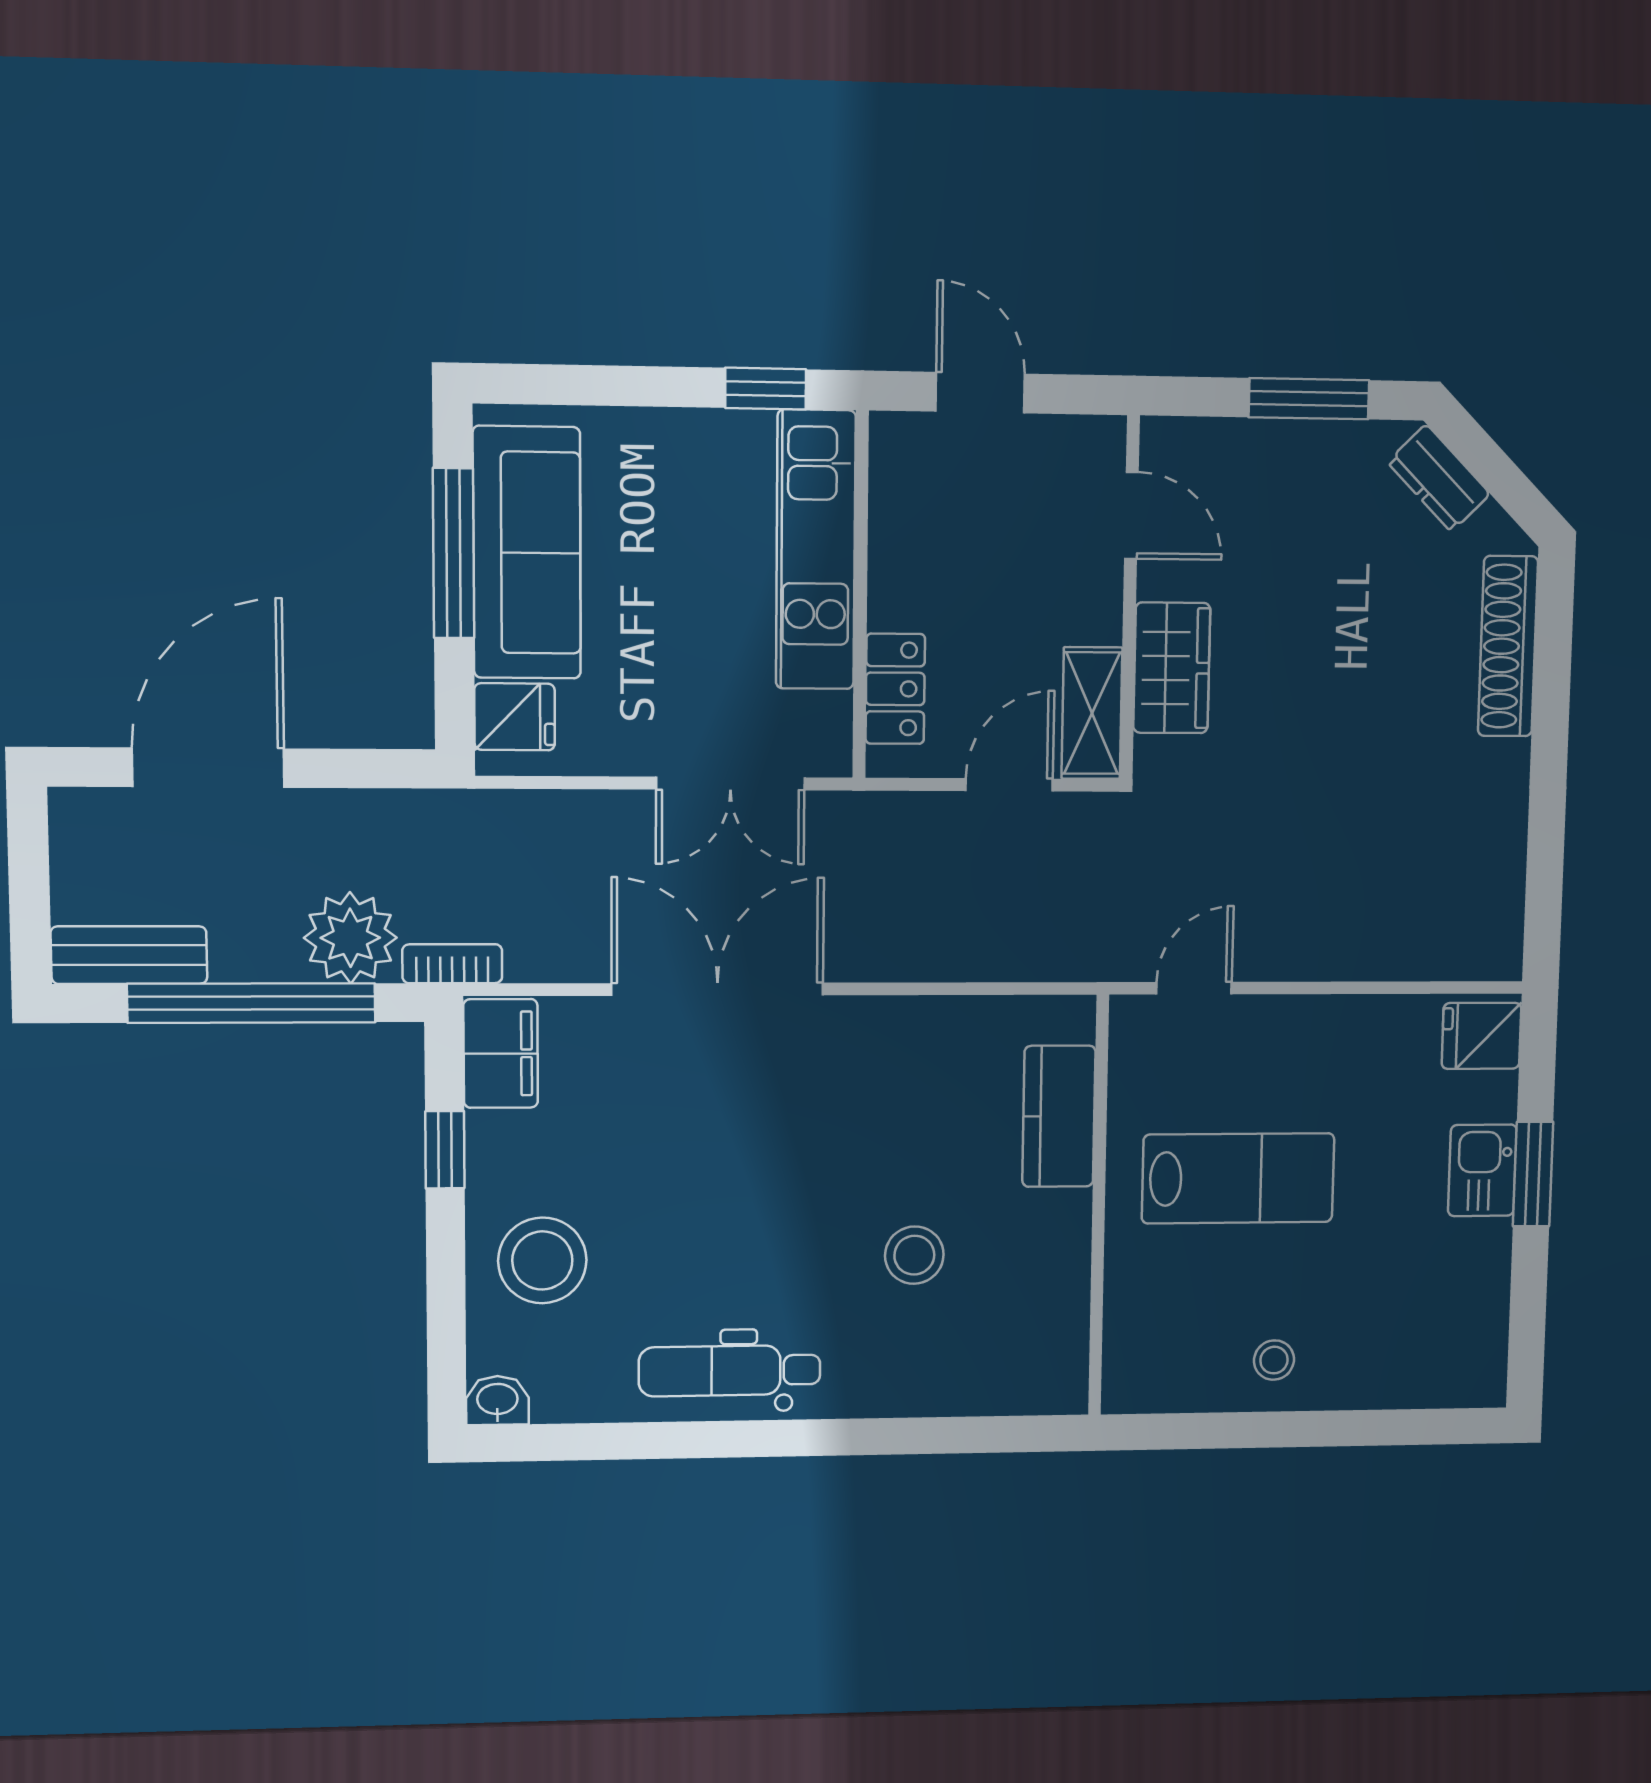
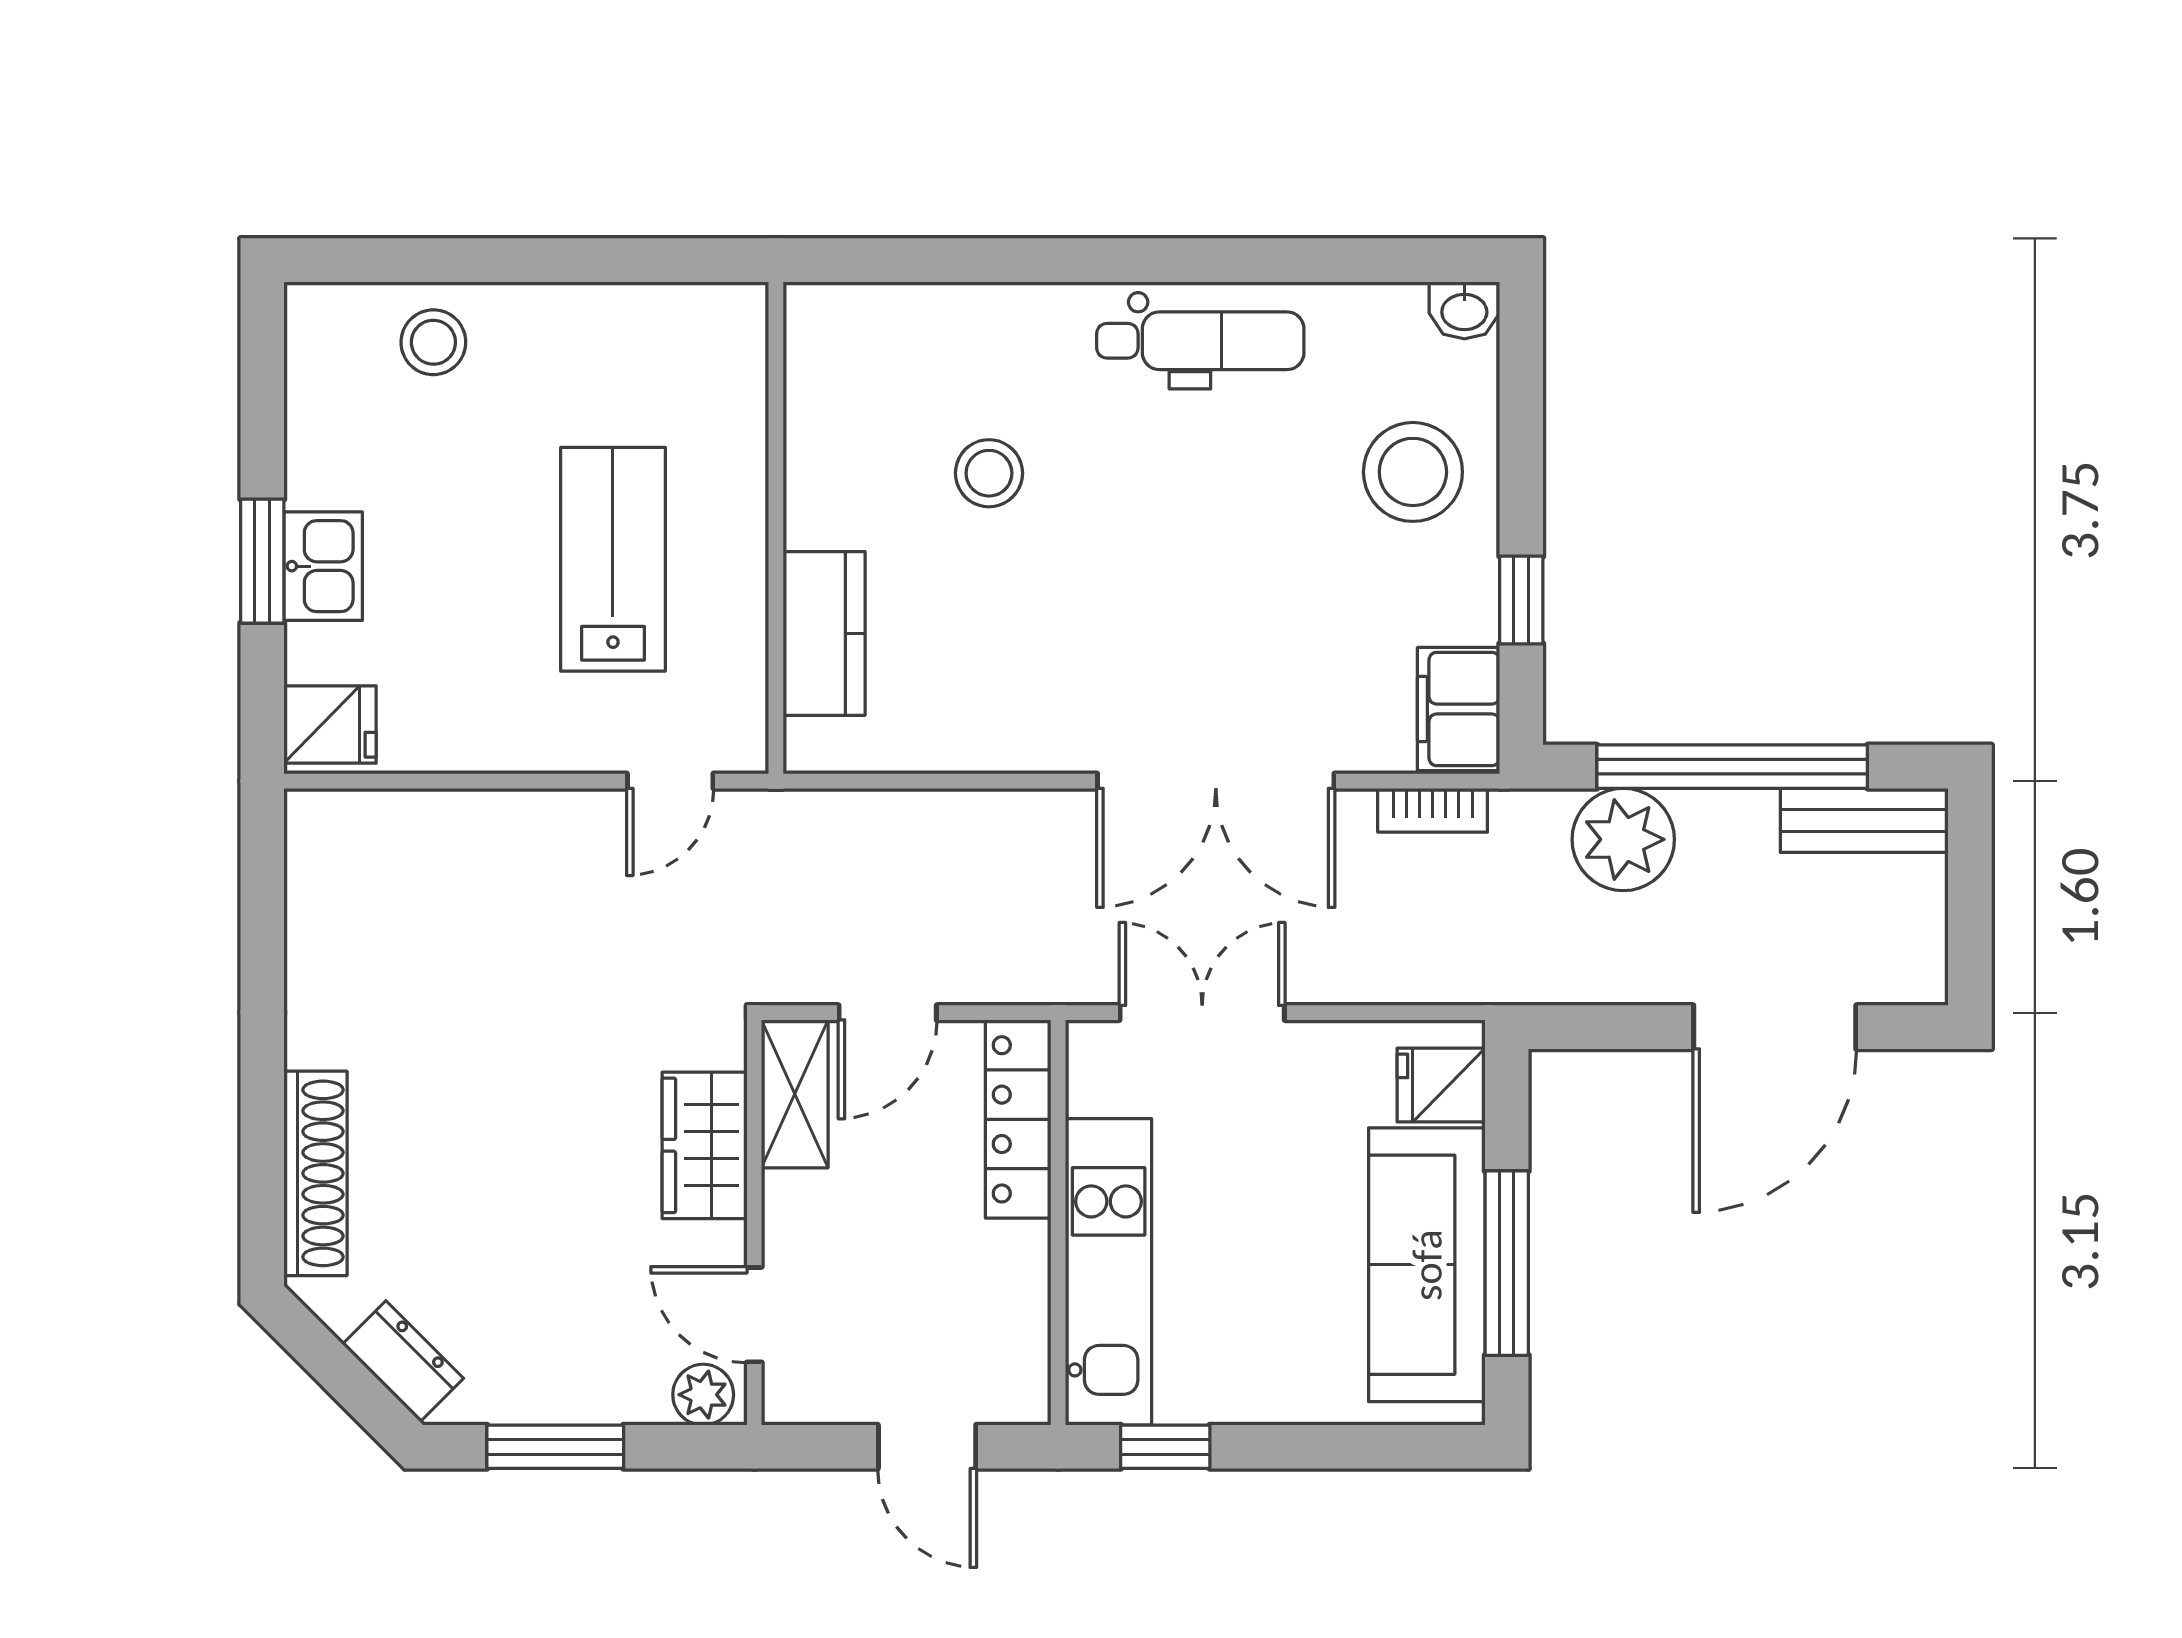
plant: (1178, 444) -> (703, 1395), added
locker: (895, 689) -> (1018, 1119), width x1.53
bookcase: (452, 964) -> (1433, 810), moved
lab bench: (1238, 1178) -> (613, 559), turned 90
stool: (1274, 1360) -> (433, 342), moved, width x1.37, depth x1.37

